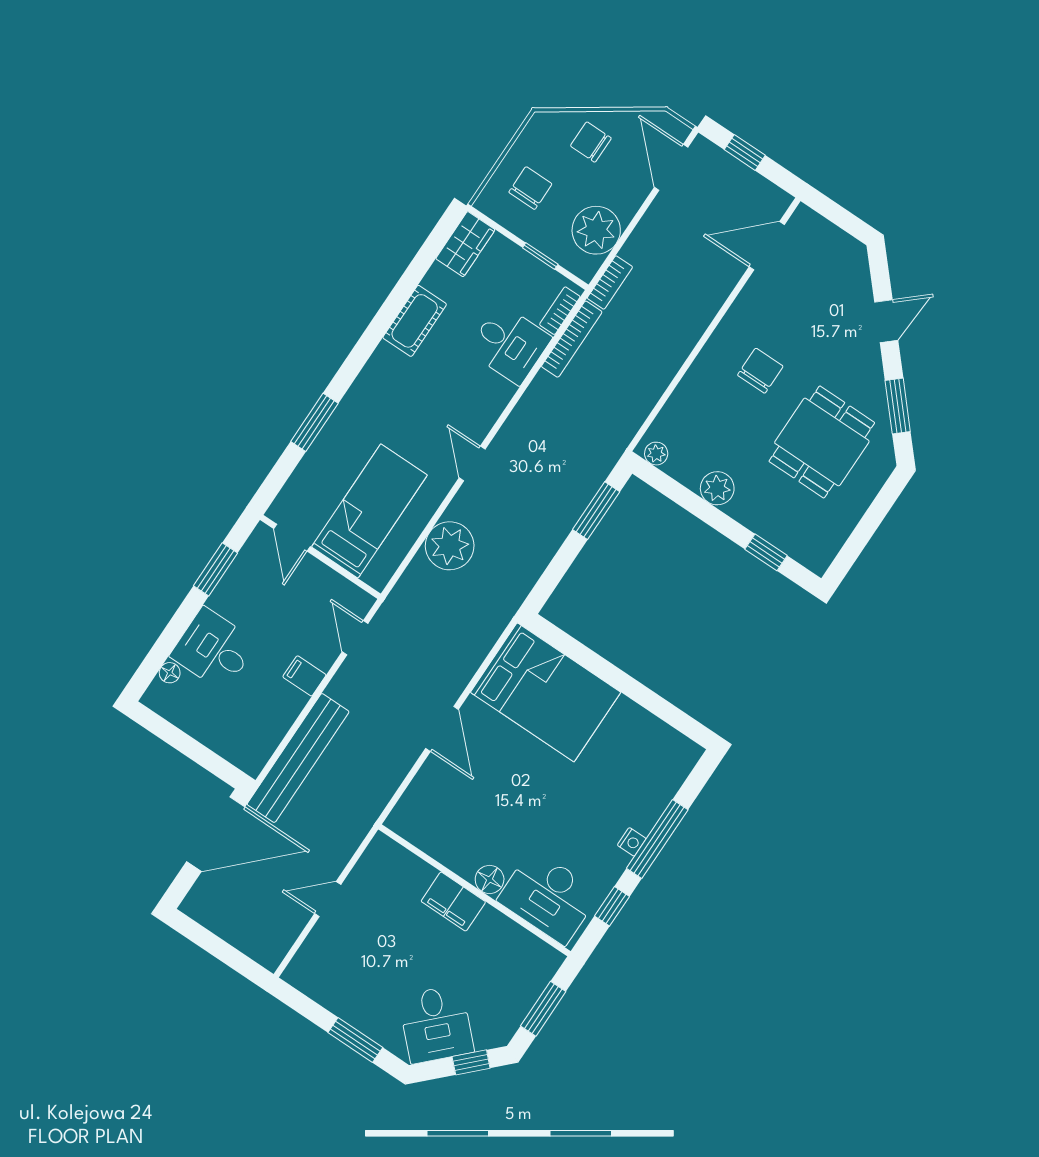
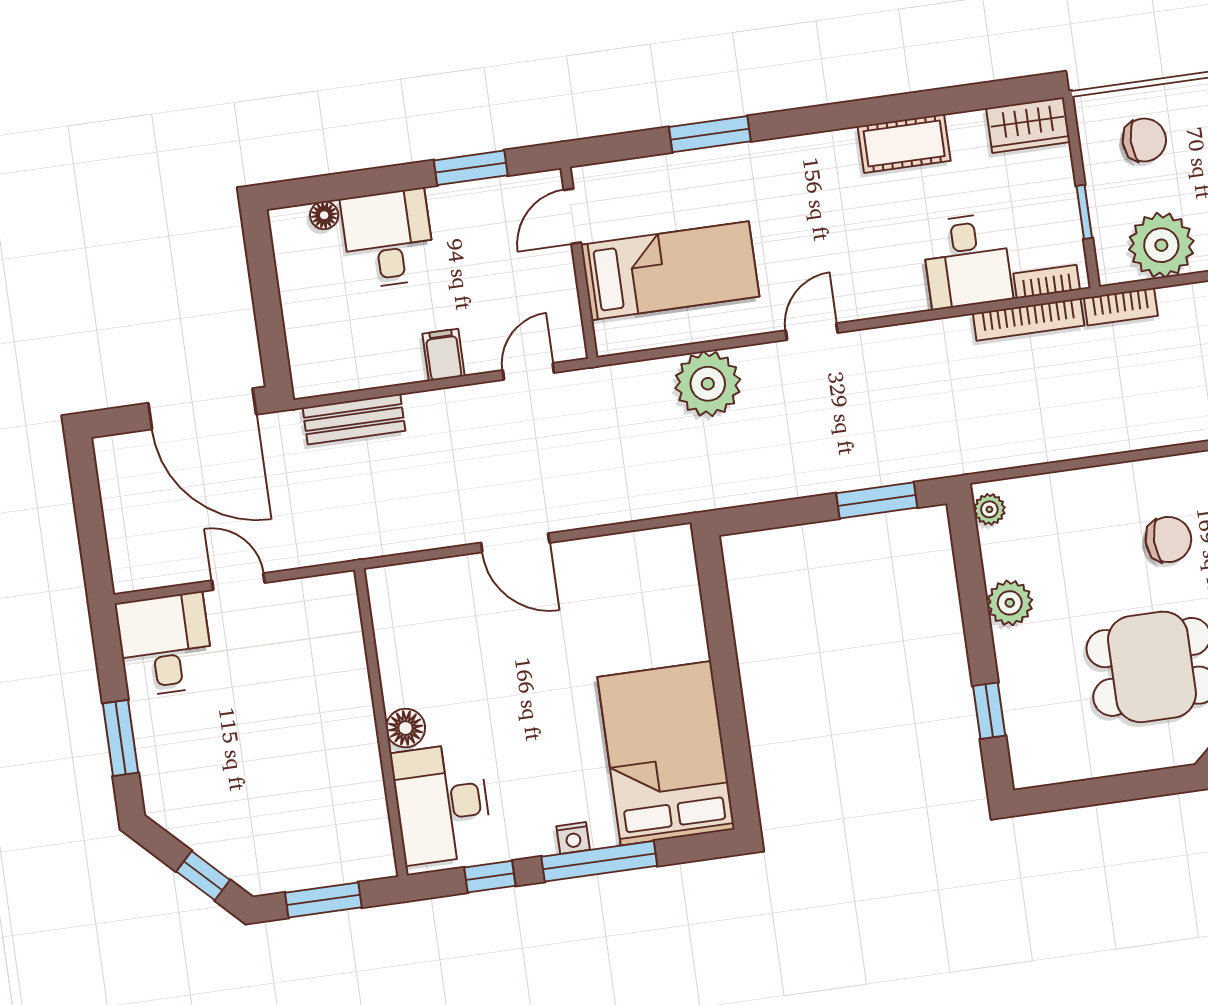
bed: (546, 692) -> (666, 753), moved, turned 180
door: (442, 729) -> (515, 543), hinge flipped
bench: (298, 758) -> (354, 419), width x0.54, depth x0.82
filing cabinet: (453, 902) -> (350, 711), removed
desk: (436, 1024) -> (165, 645), moved, turned 135

